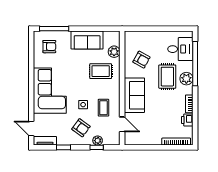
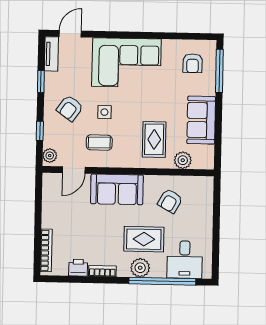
plant: (98, 141) -> (50, 156), moved

